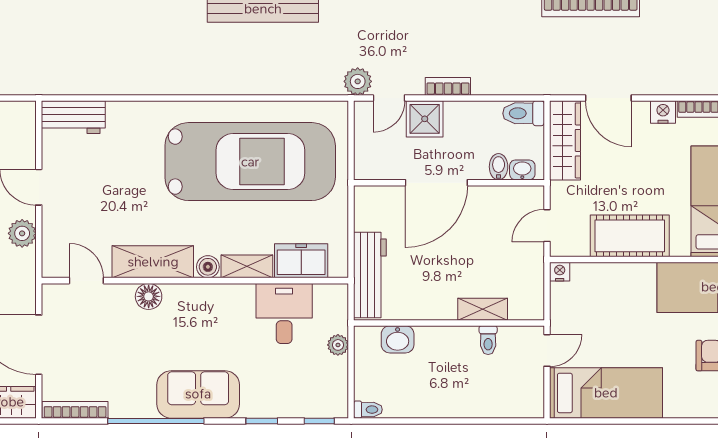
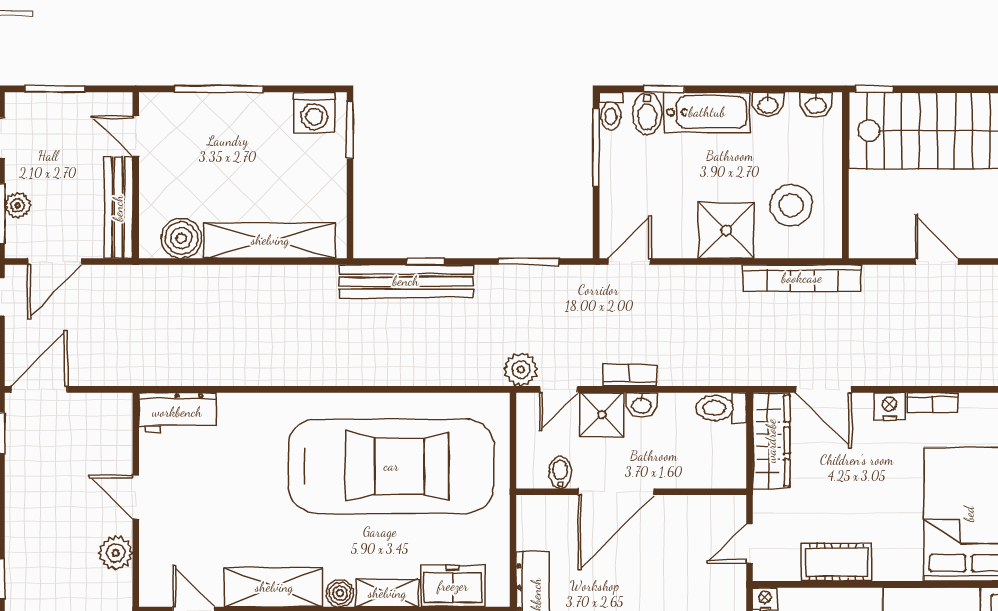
bidet: (499, 167) -> (560, 472), moved
washbasin: (522, 170) -> (642, 405), moved, turned 180
cot: (630, 236) -> (837, 562), width x0.73, depth x0.75

